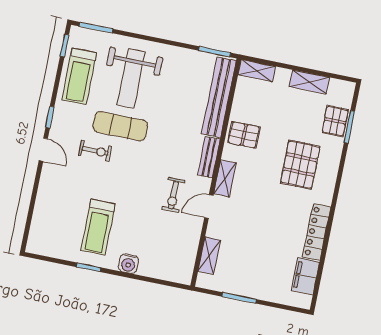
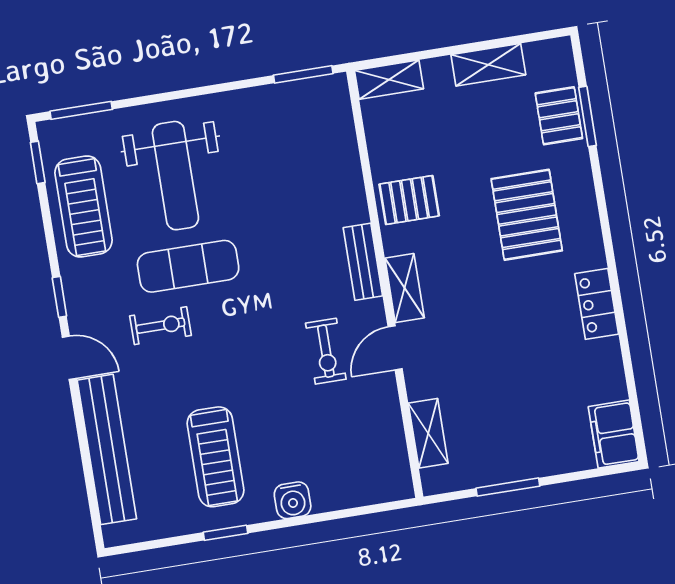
bench: (219, 97) -> (107, 449), moved
locker: (317, 232) -> (597, 304), width x0.66
filing cabinet: (305, 276) -> (614, 434), moved

